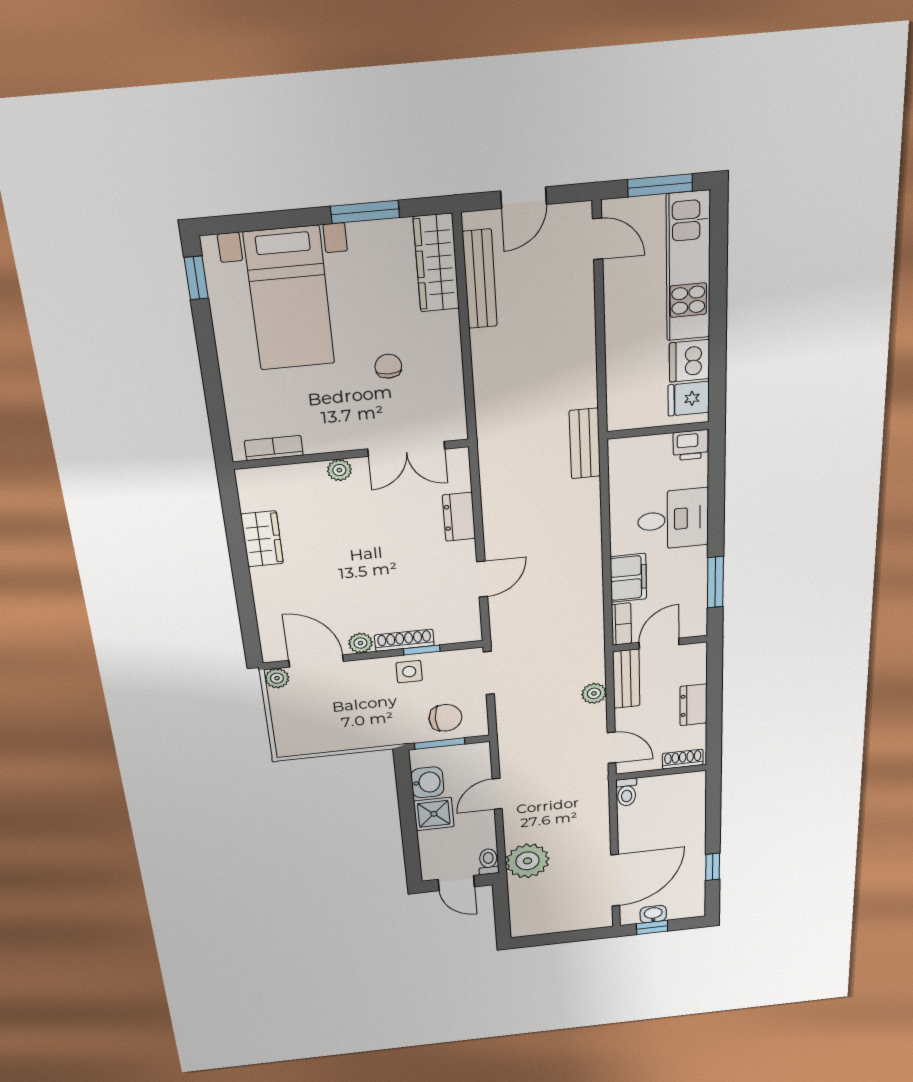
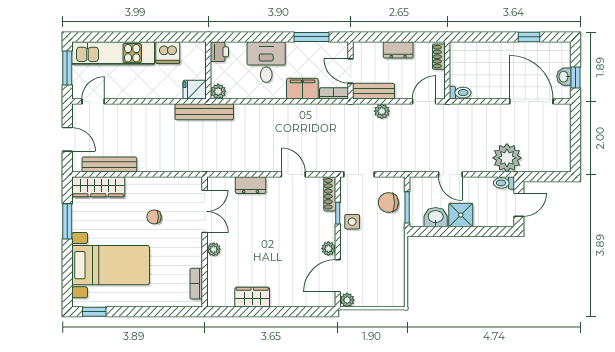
fridge: (689, 399) -> (195, 90), moved, turned 90
bench: (585, 444) -> (204, 112), width x1.36
plant: (621, 450) -> (218, 91), added
shoe rack: (404, 640) -> (330, 194), moved
chair: (445, 718) -> (388, 203), turned -90

